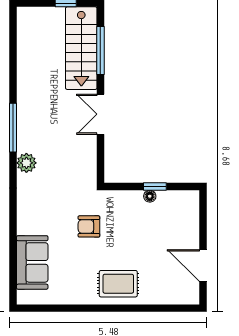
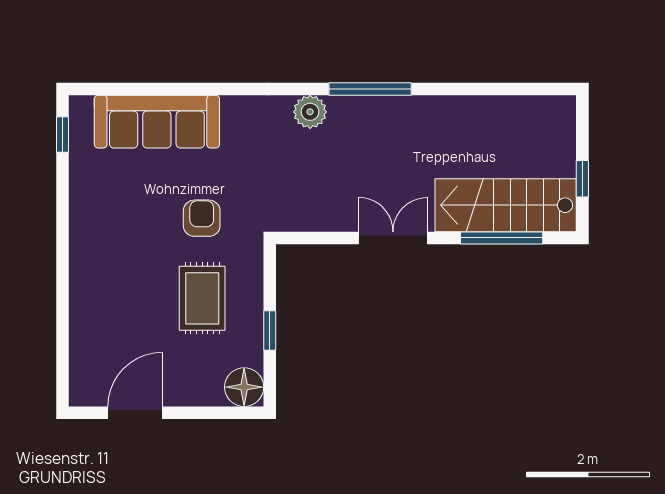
floor lamp: (150, 196) -> (244, 387), moved, width x1.89, depth x1.89
sofa: (32, 262) -> (157, 122), width x1.36
rug: (118, 284) -> (202, 298), moved
window: (40, 308) -> (62, 134), added

